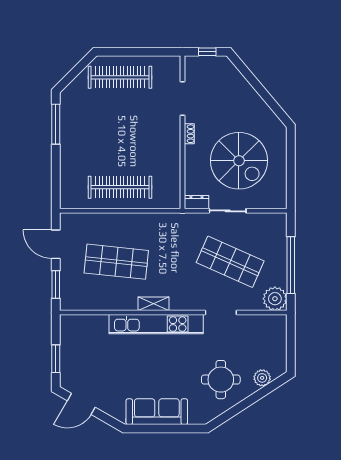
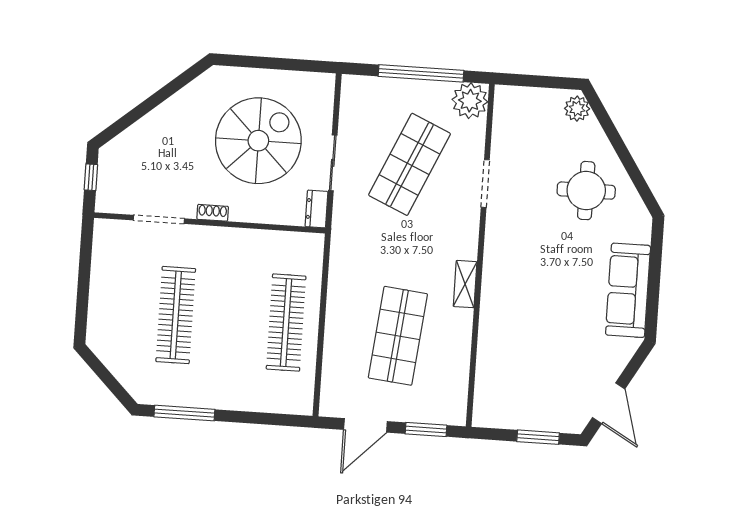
clothes rail: (120, 77) -> (176, 315), moved
kitchen unit: (156, 324) -> (496, 282), removed
plant: (262, 378) -> (577, 109), moved

